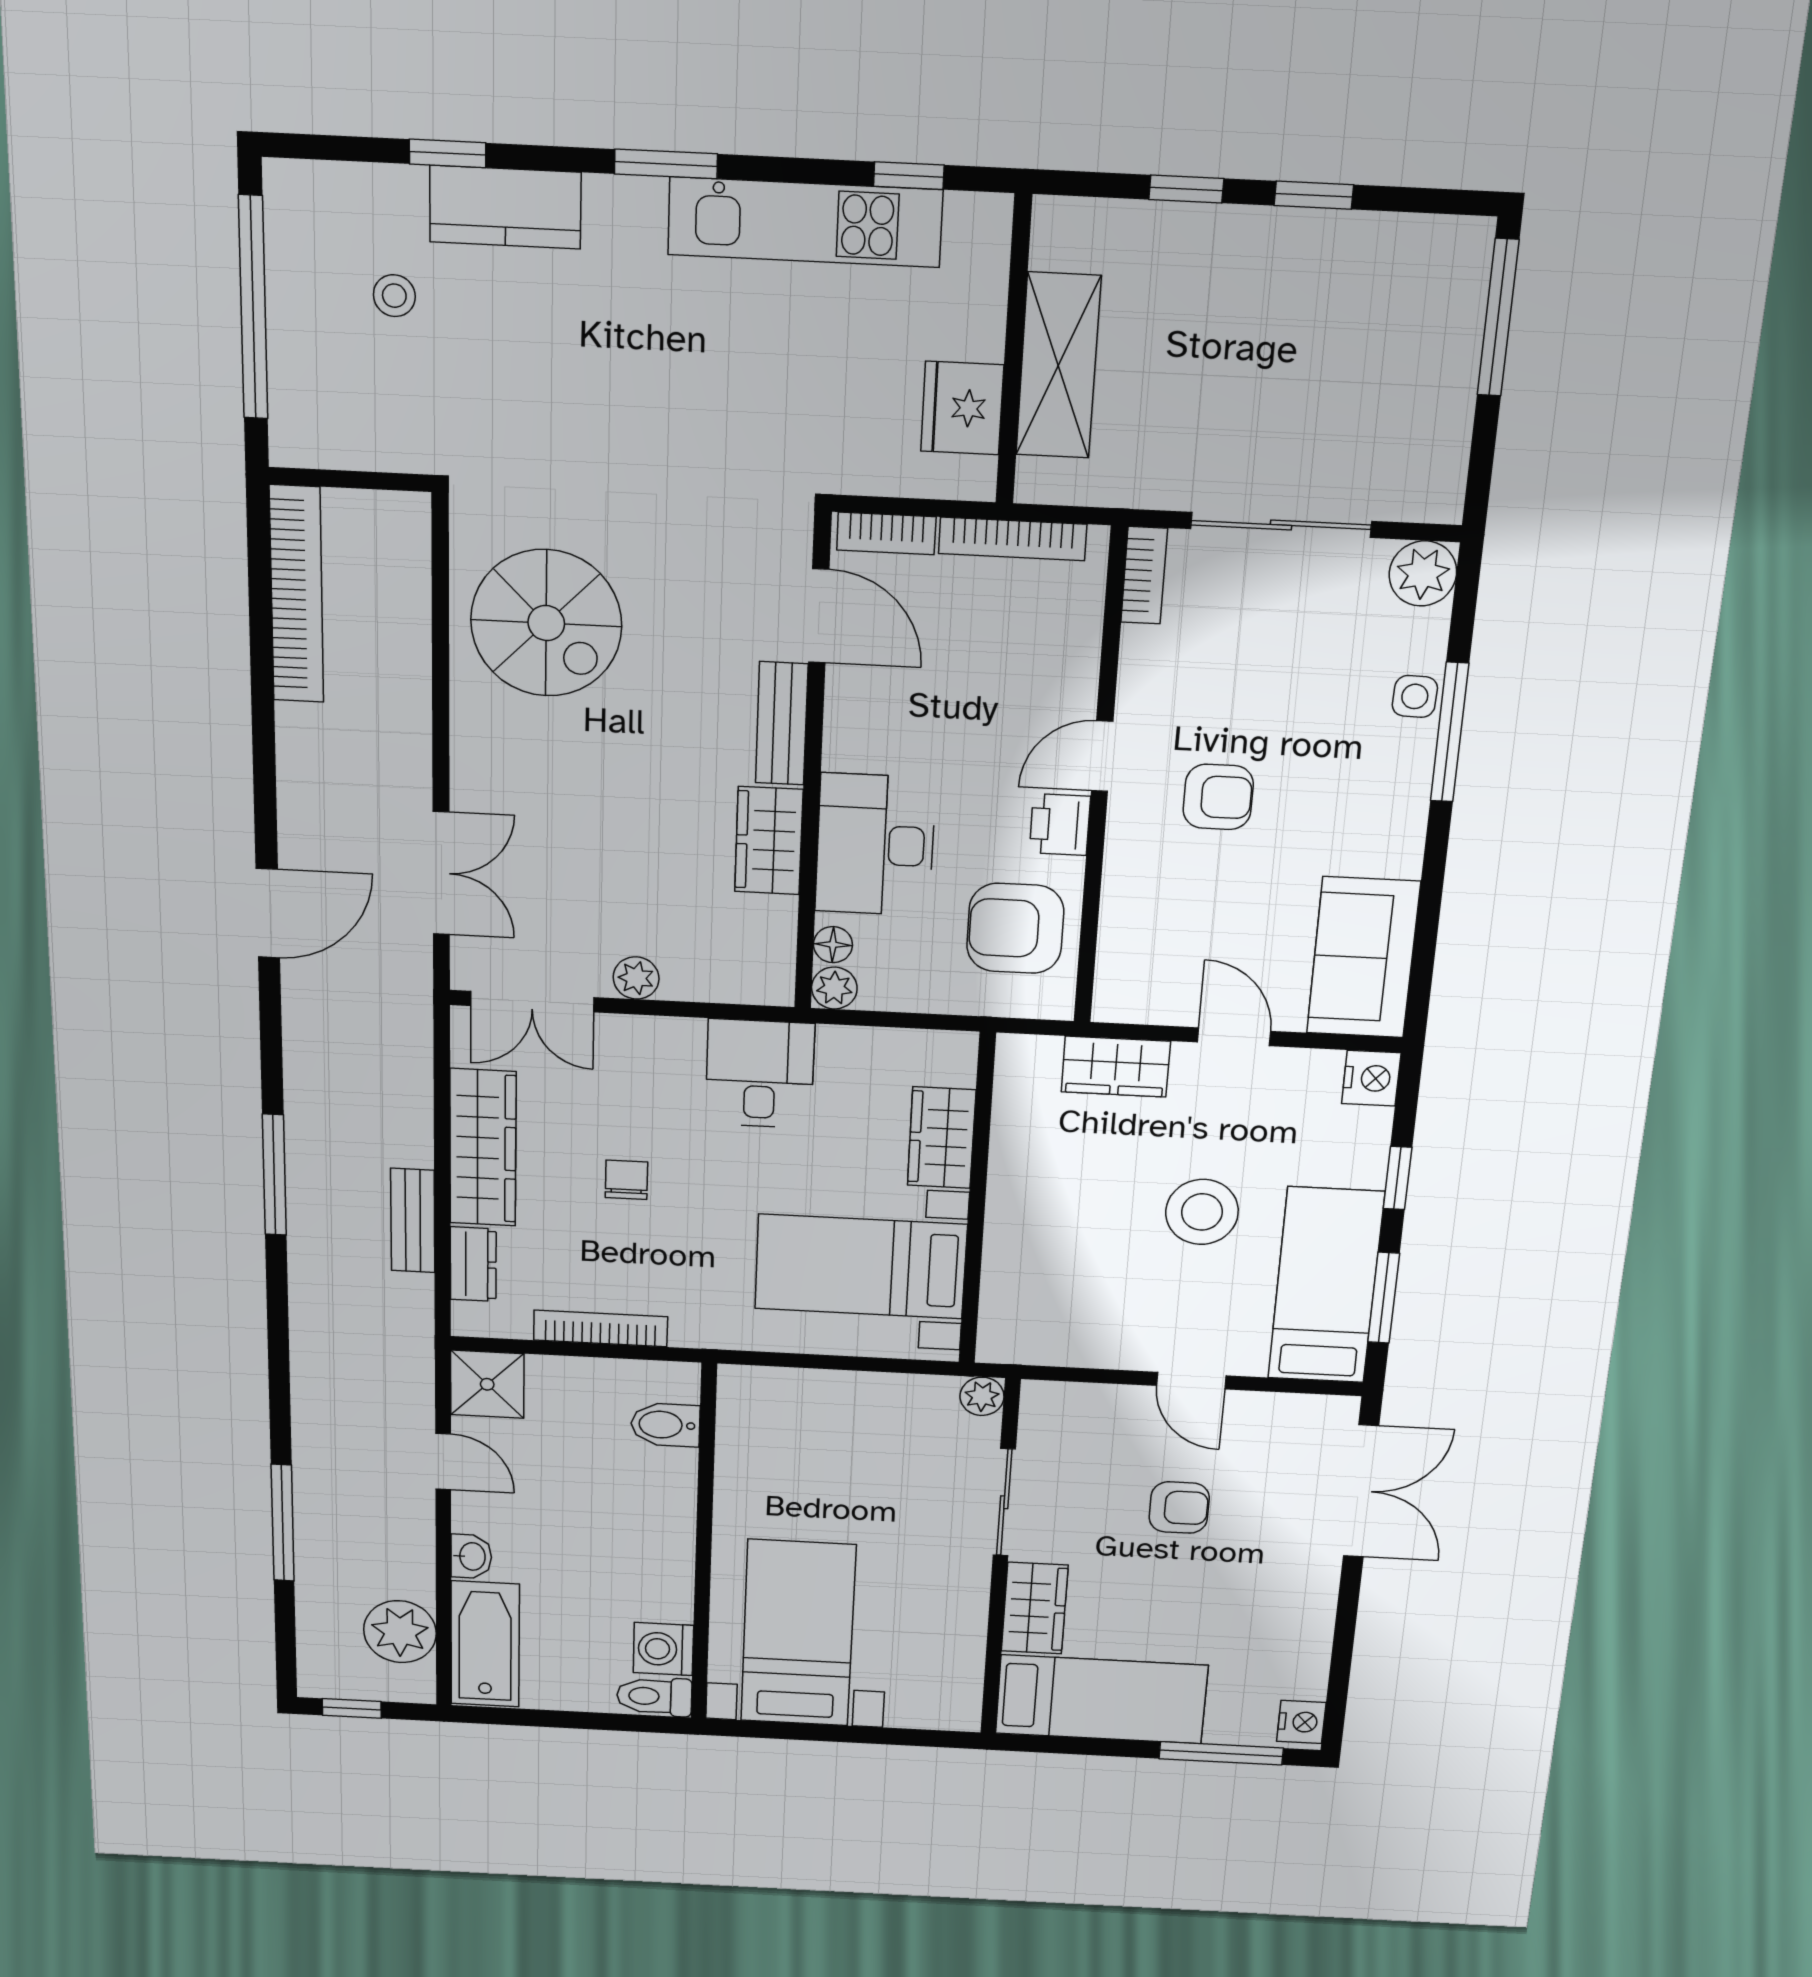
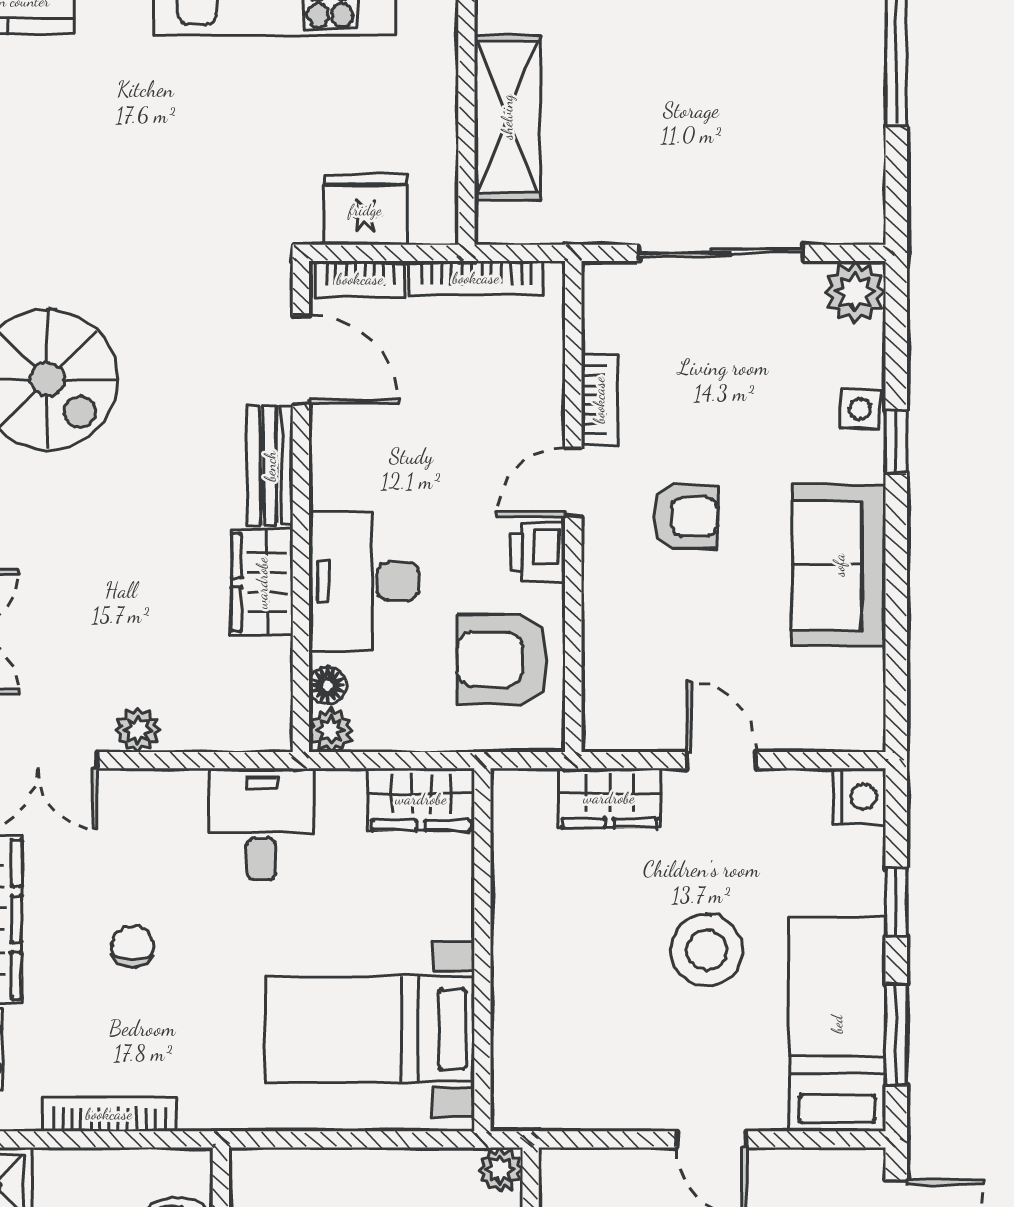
fridge: (962, 408) -> (365, 210), moved, turned 90
bookcase: (1144, 575) -> (599, 400), moved
window: (1450, 732) -> (896, 442), width x0.46
sofa: (1363, 958) -> (839, 565), moved
wardrobe: (942, 1138) -> (421, 799), moved, turned -90

